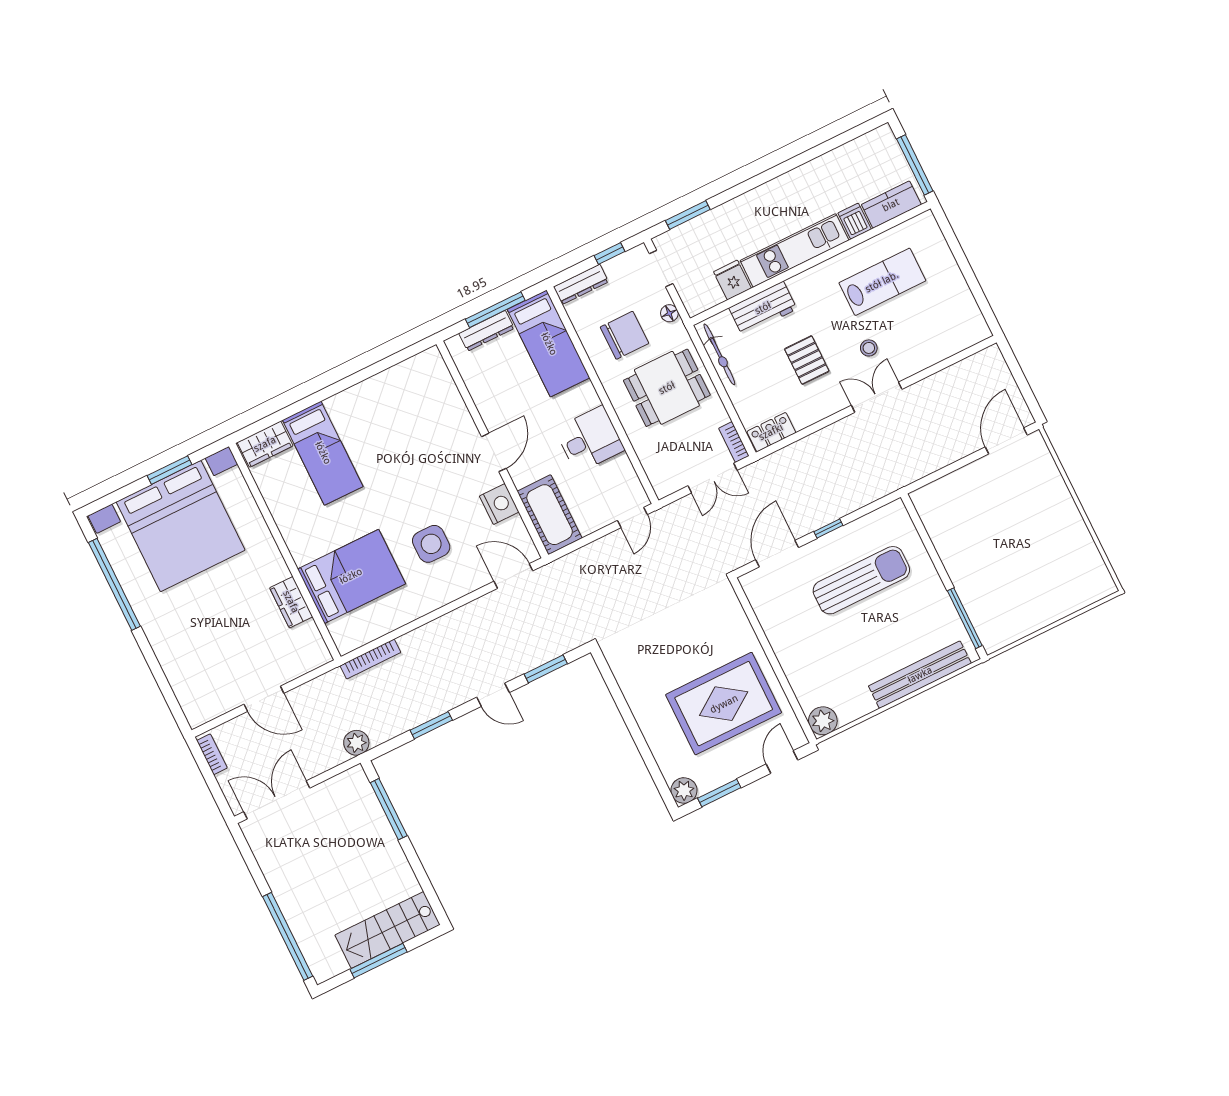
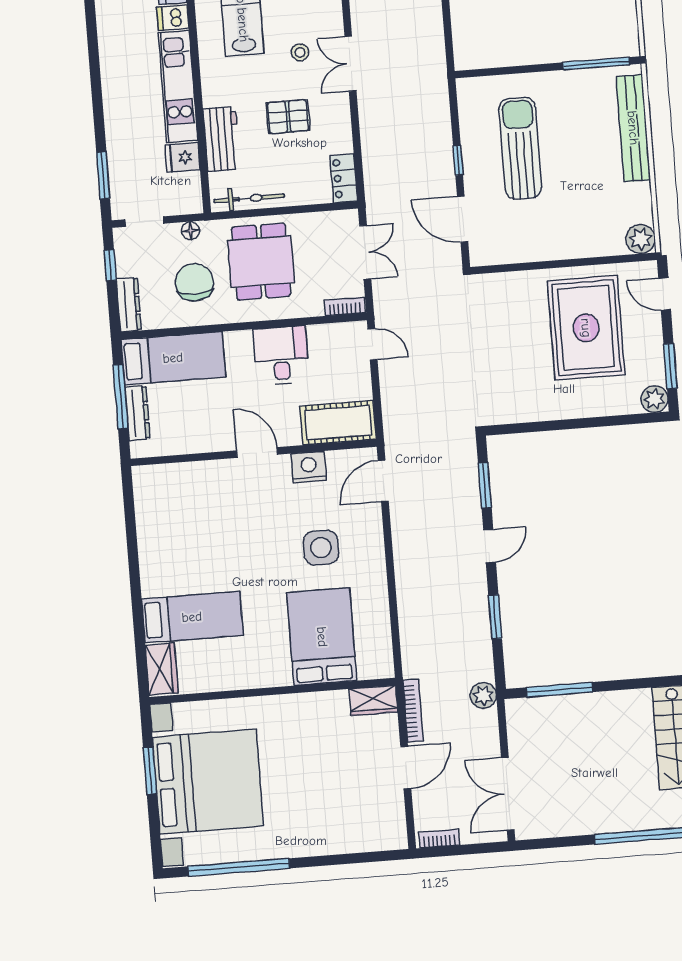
bookcase: (734, 442) -> (345, 306), moved, turned 180
wardrobe: (291, 602) -> (373, 700), moved
bookcase: (370, 659) -> (413, 711), moved

